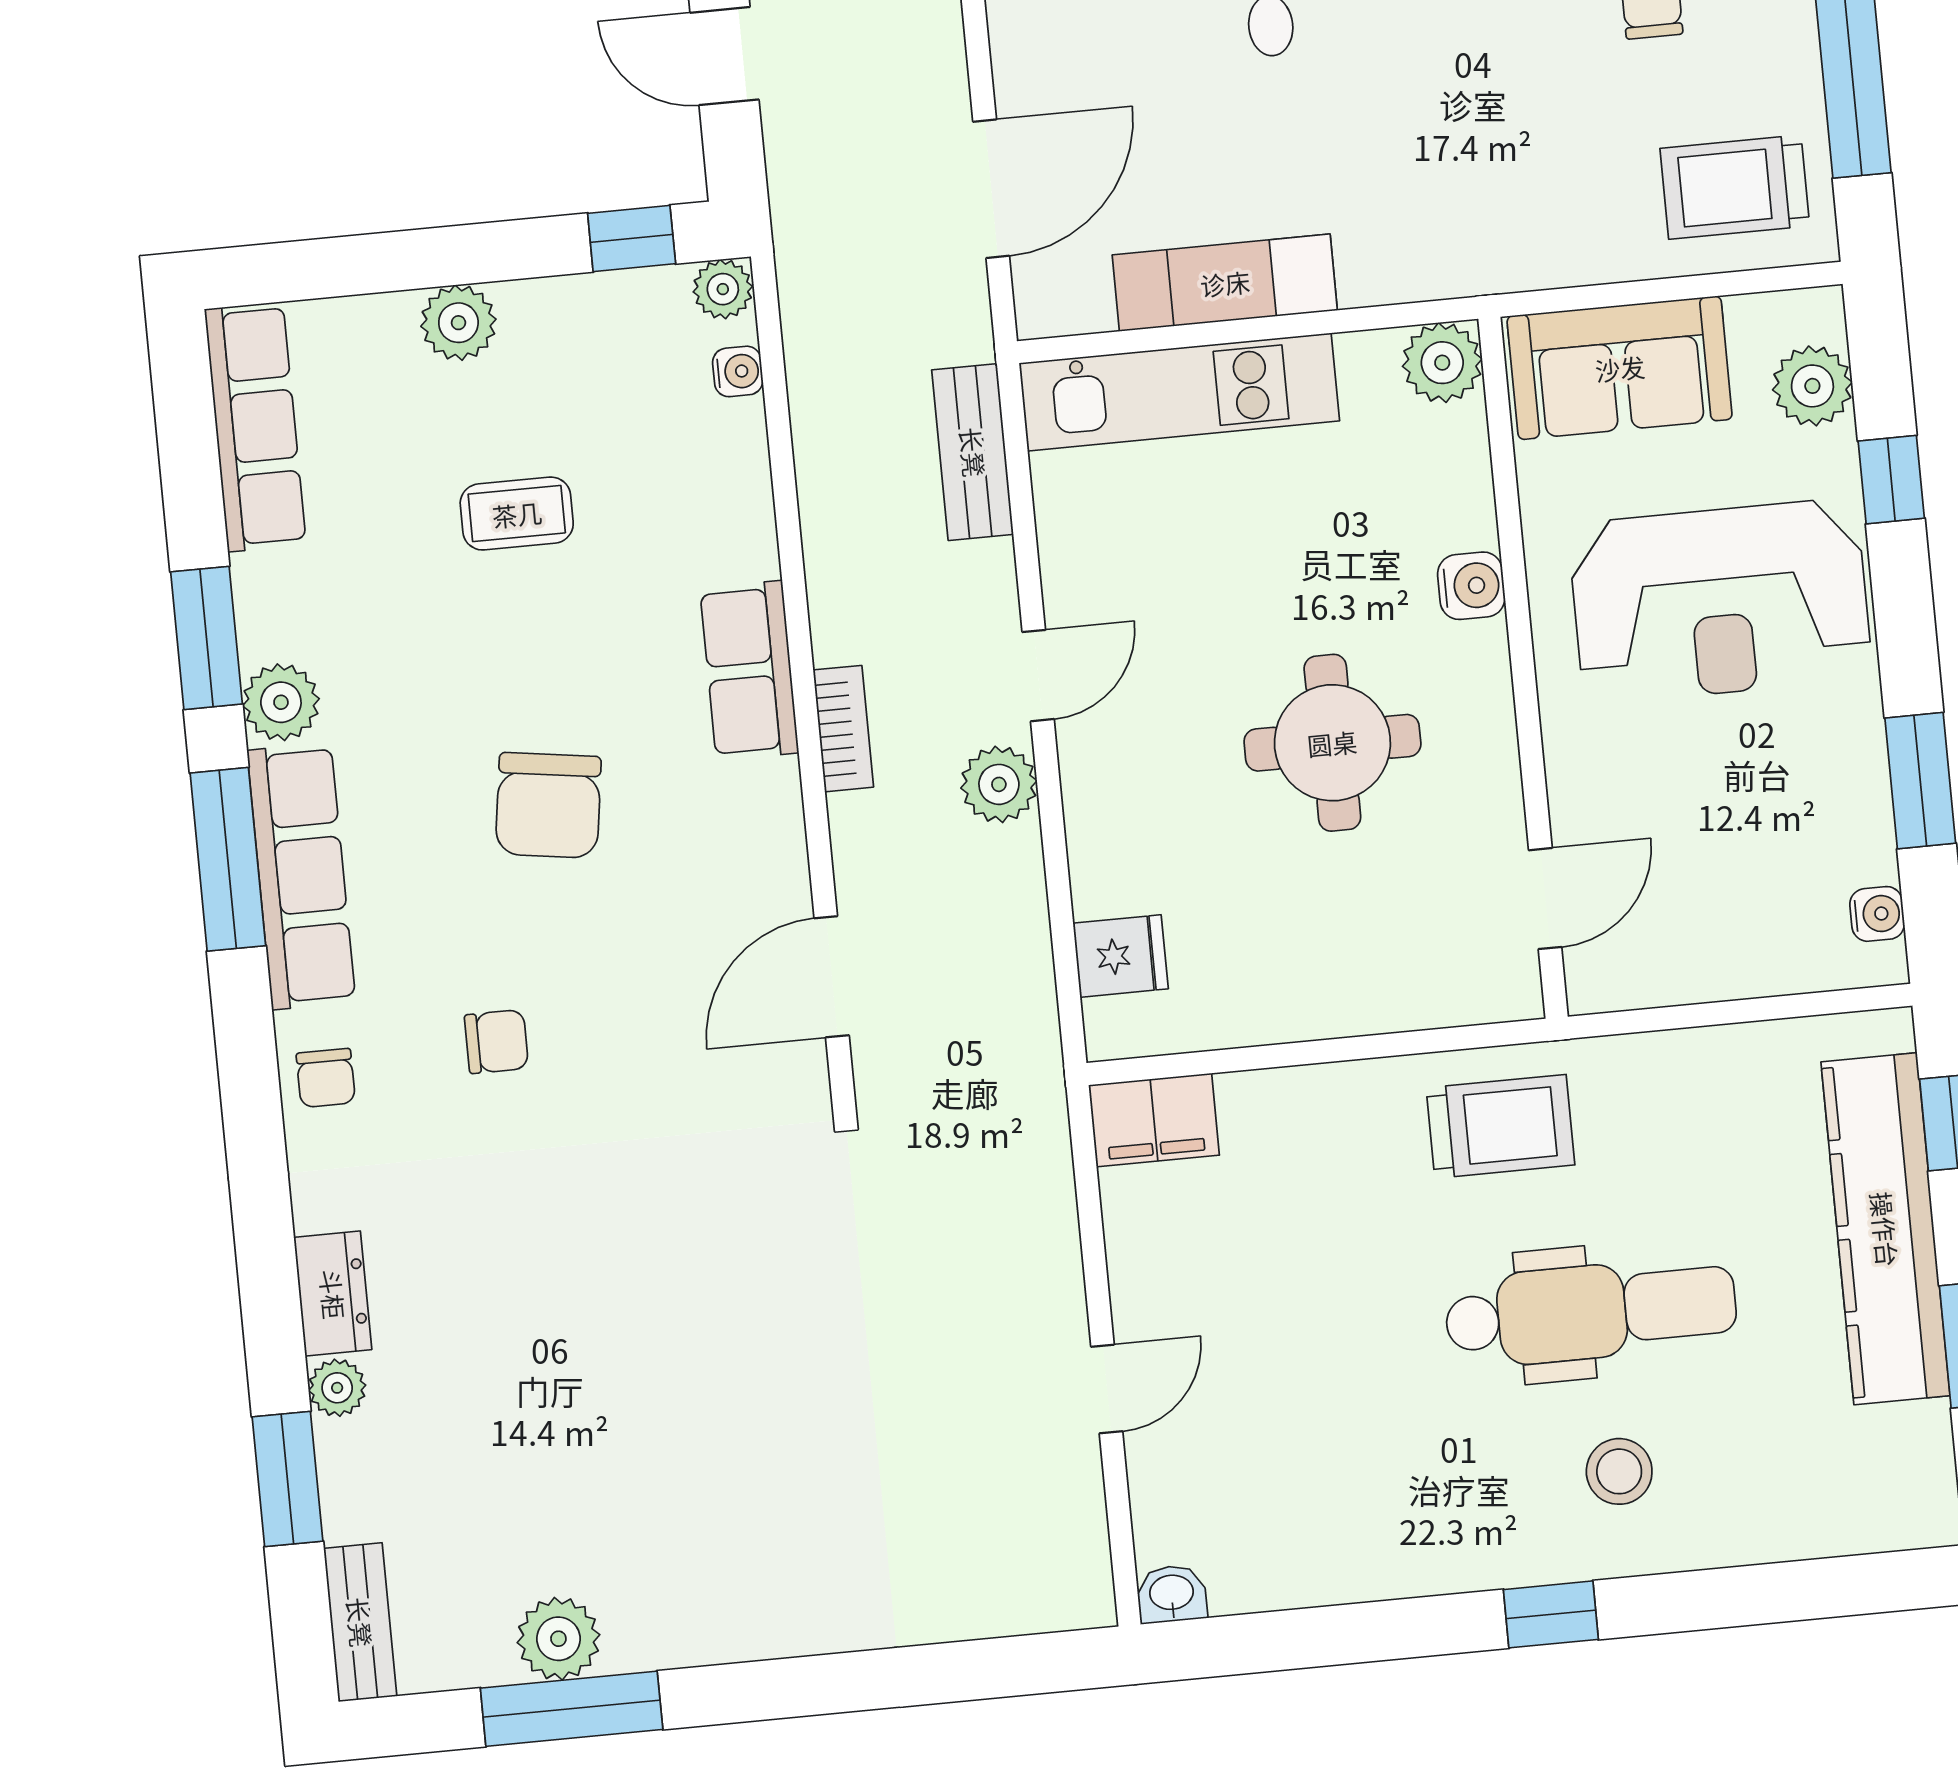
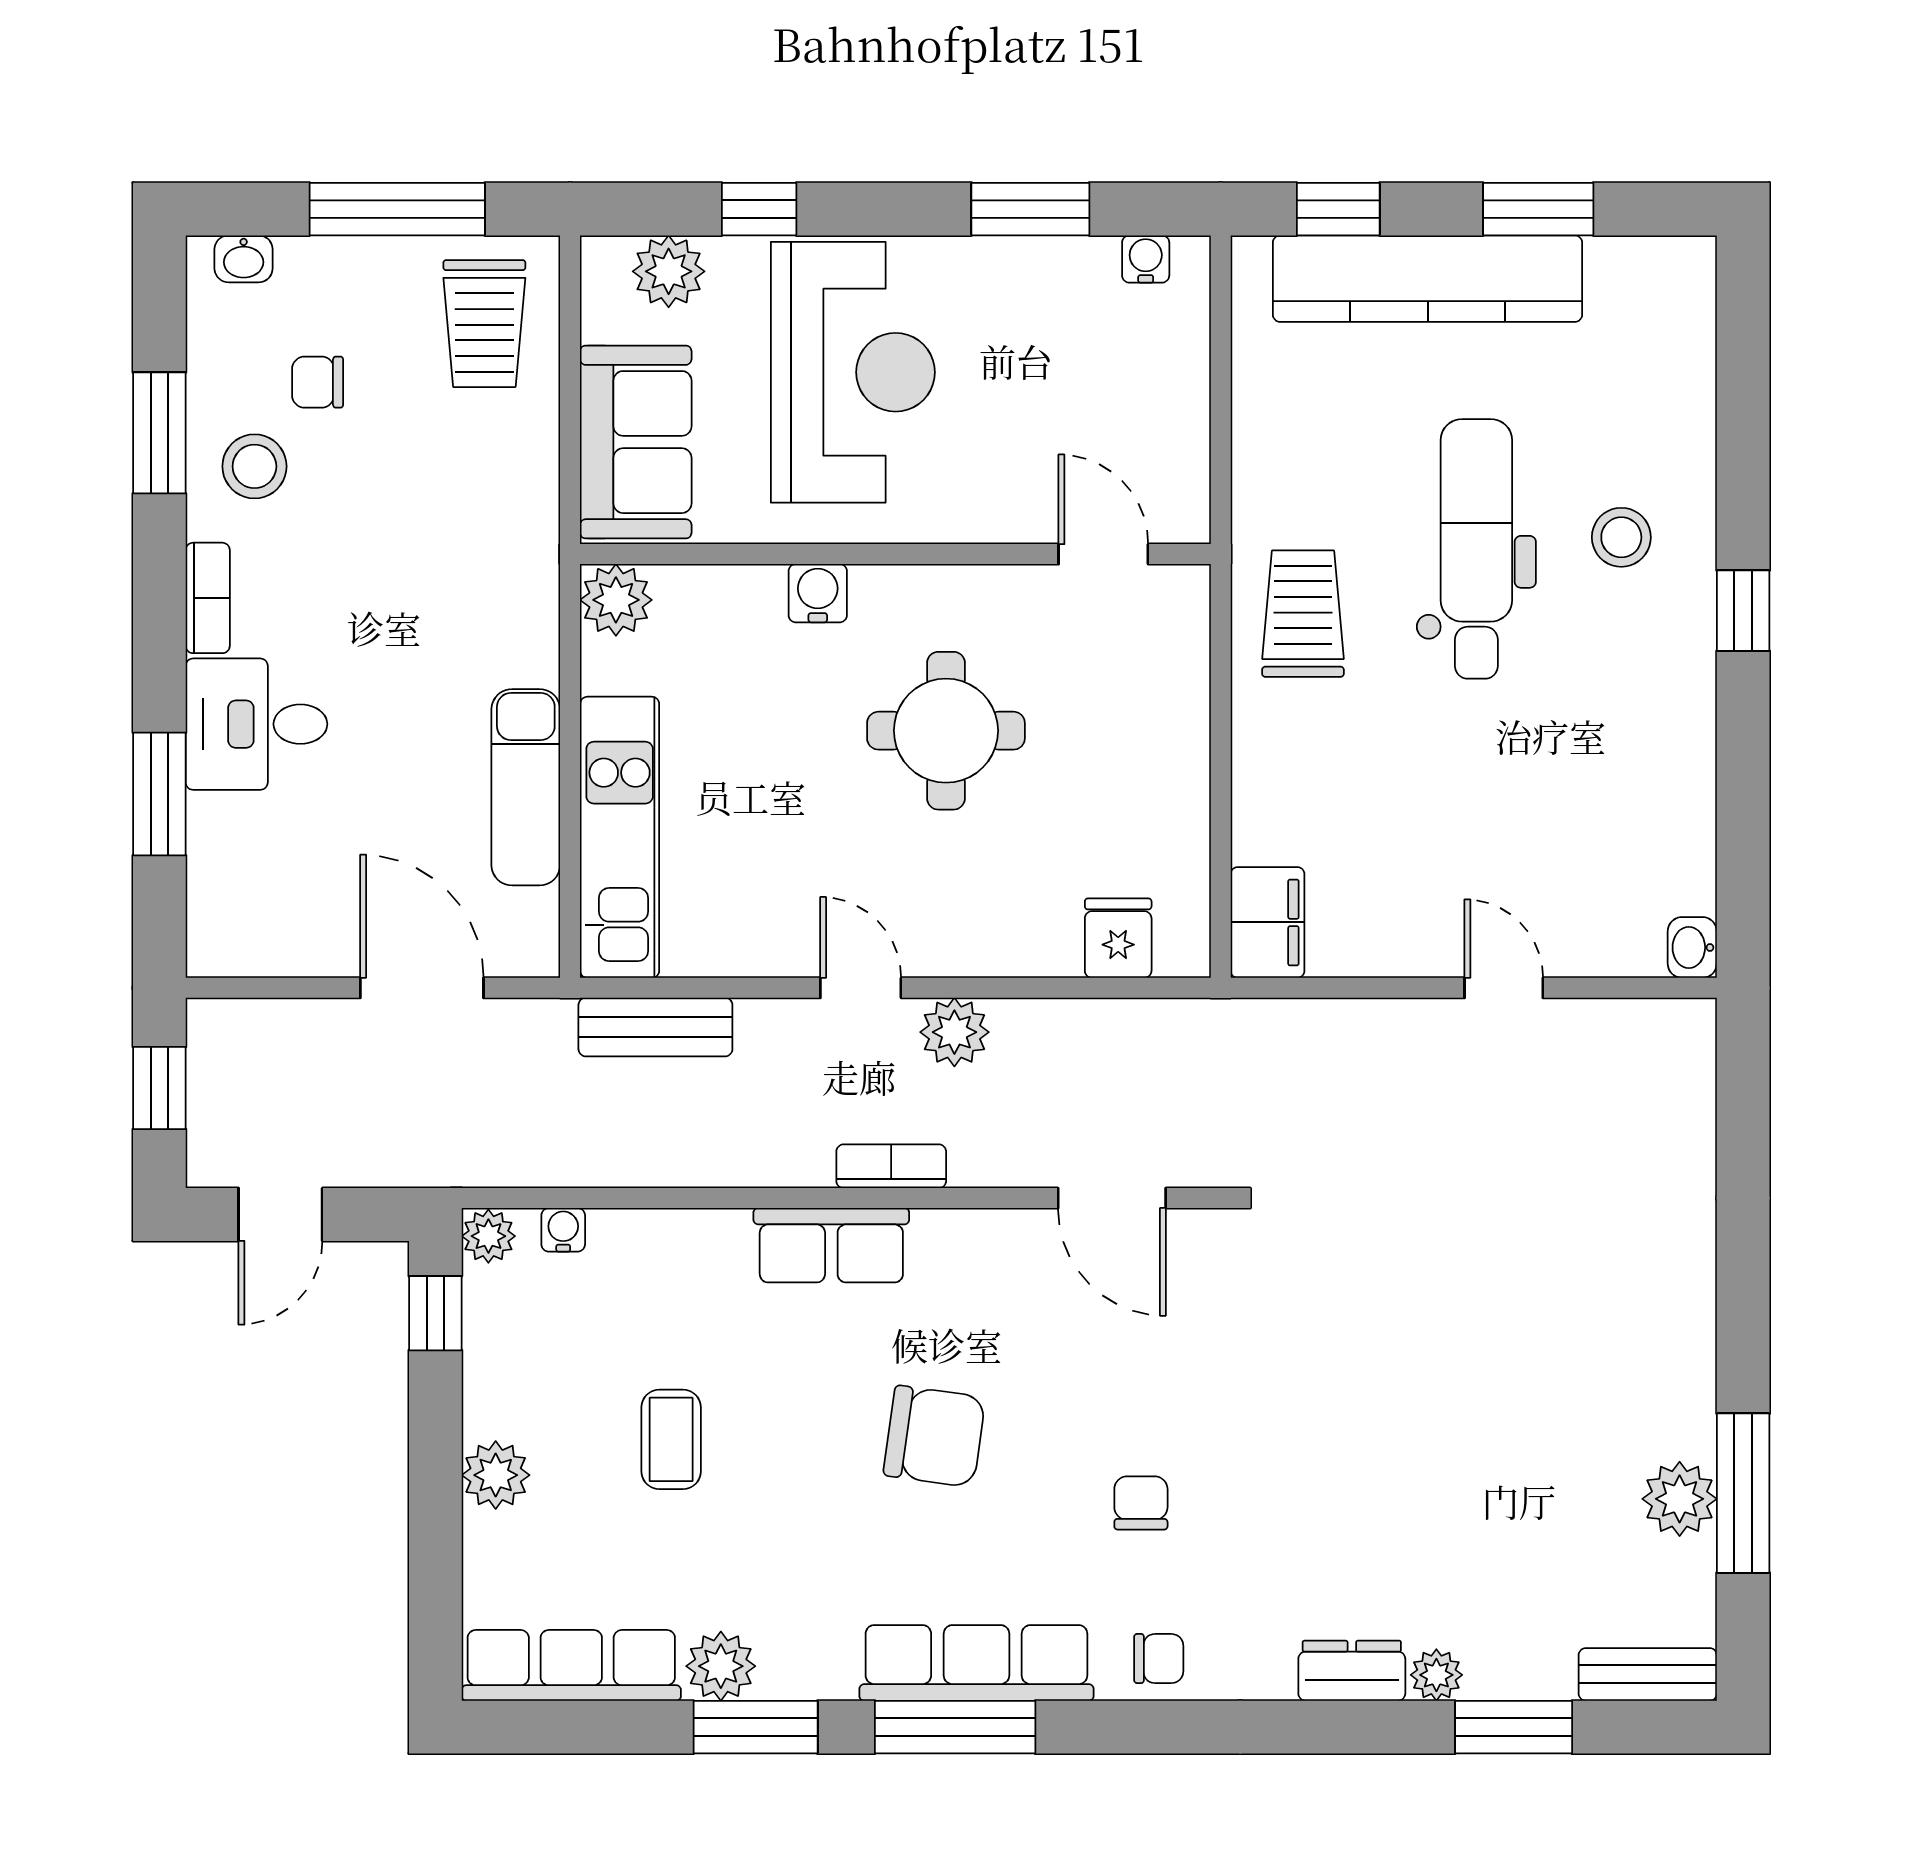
plant: (281, 702) -> (721, 1666), moved

